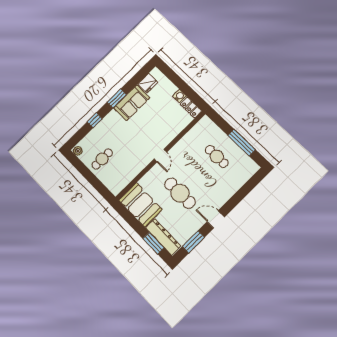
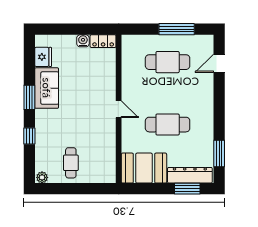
cafe table: (217, 156) -> (168, 62), width x1.37, depth x1.35
door: (216, 219) -> (219, 63), moved

